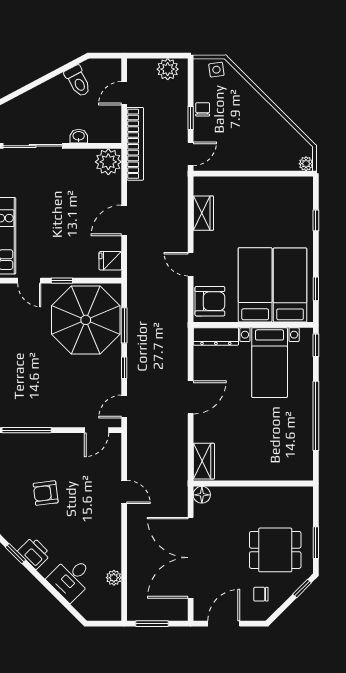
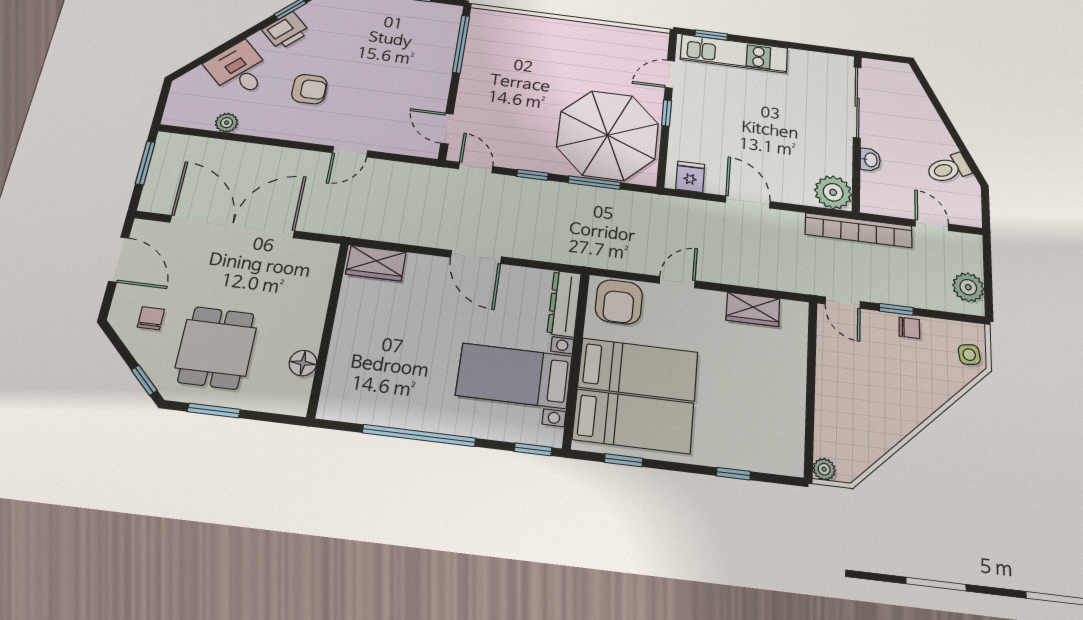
armchair: (46, 493) -> (309, 89), moved, turned 97
floor lamp: (202, 495) -> (303, 363), moved

